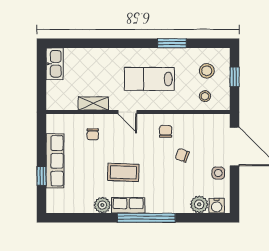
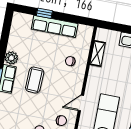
shelving: (93, 103) -> (98, 54), moved
door: (127, 112) -> (81, 103), moved

